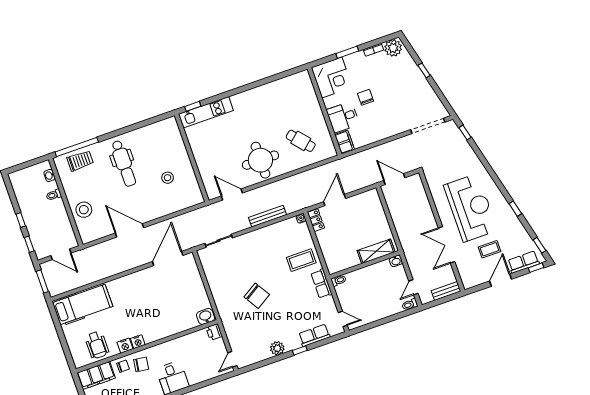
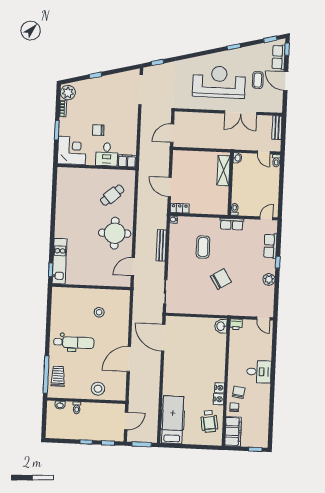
coffee table: (301, 260) -> (203, 247), moved
wheelchair: (97, 345) -> (209, 421), turned 81

